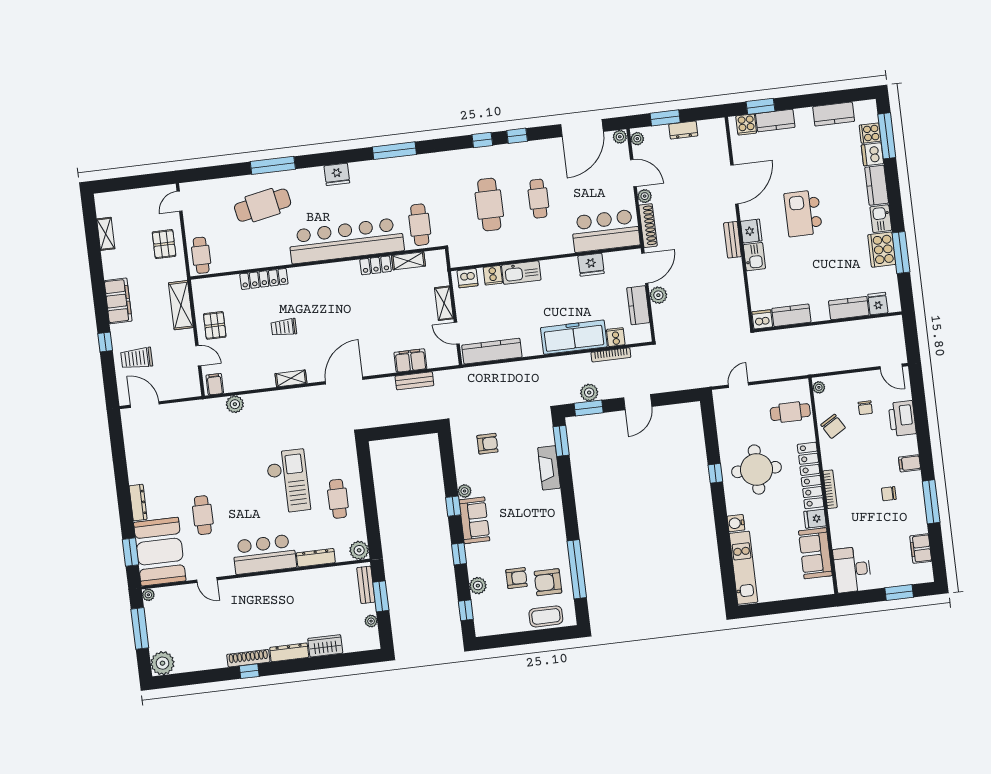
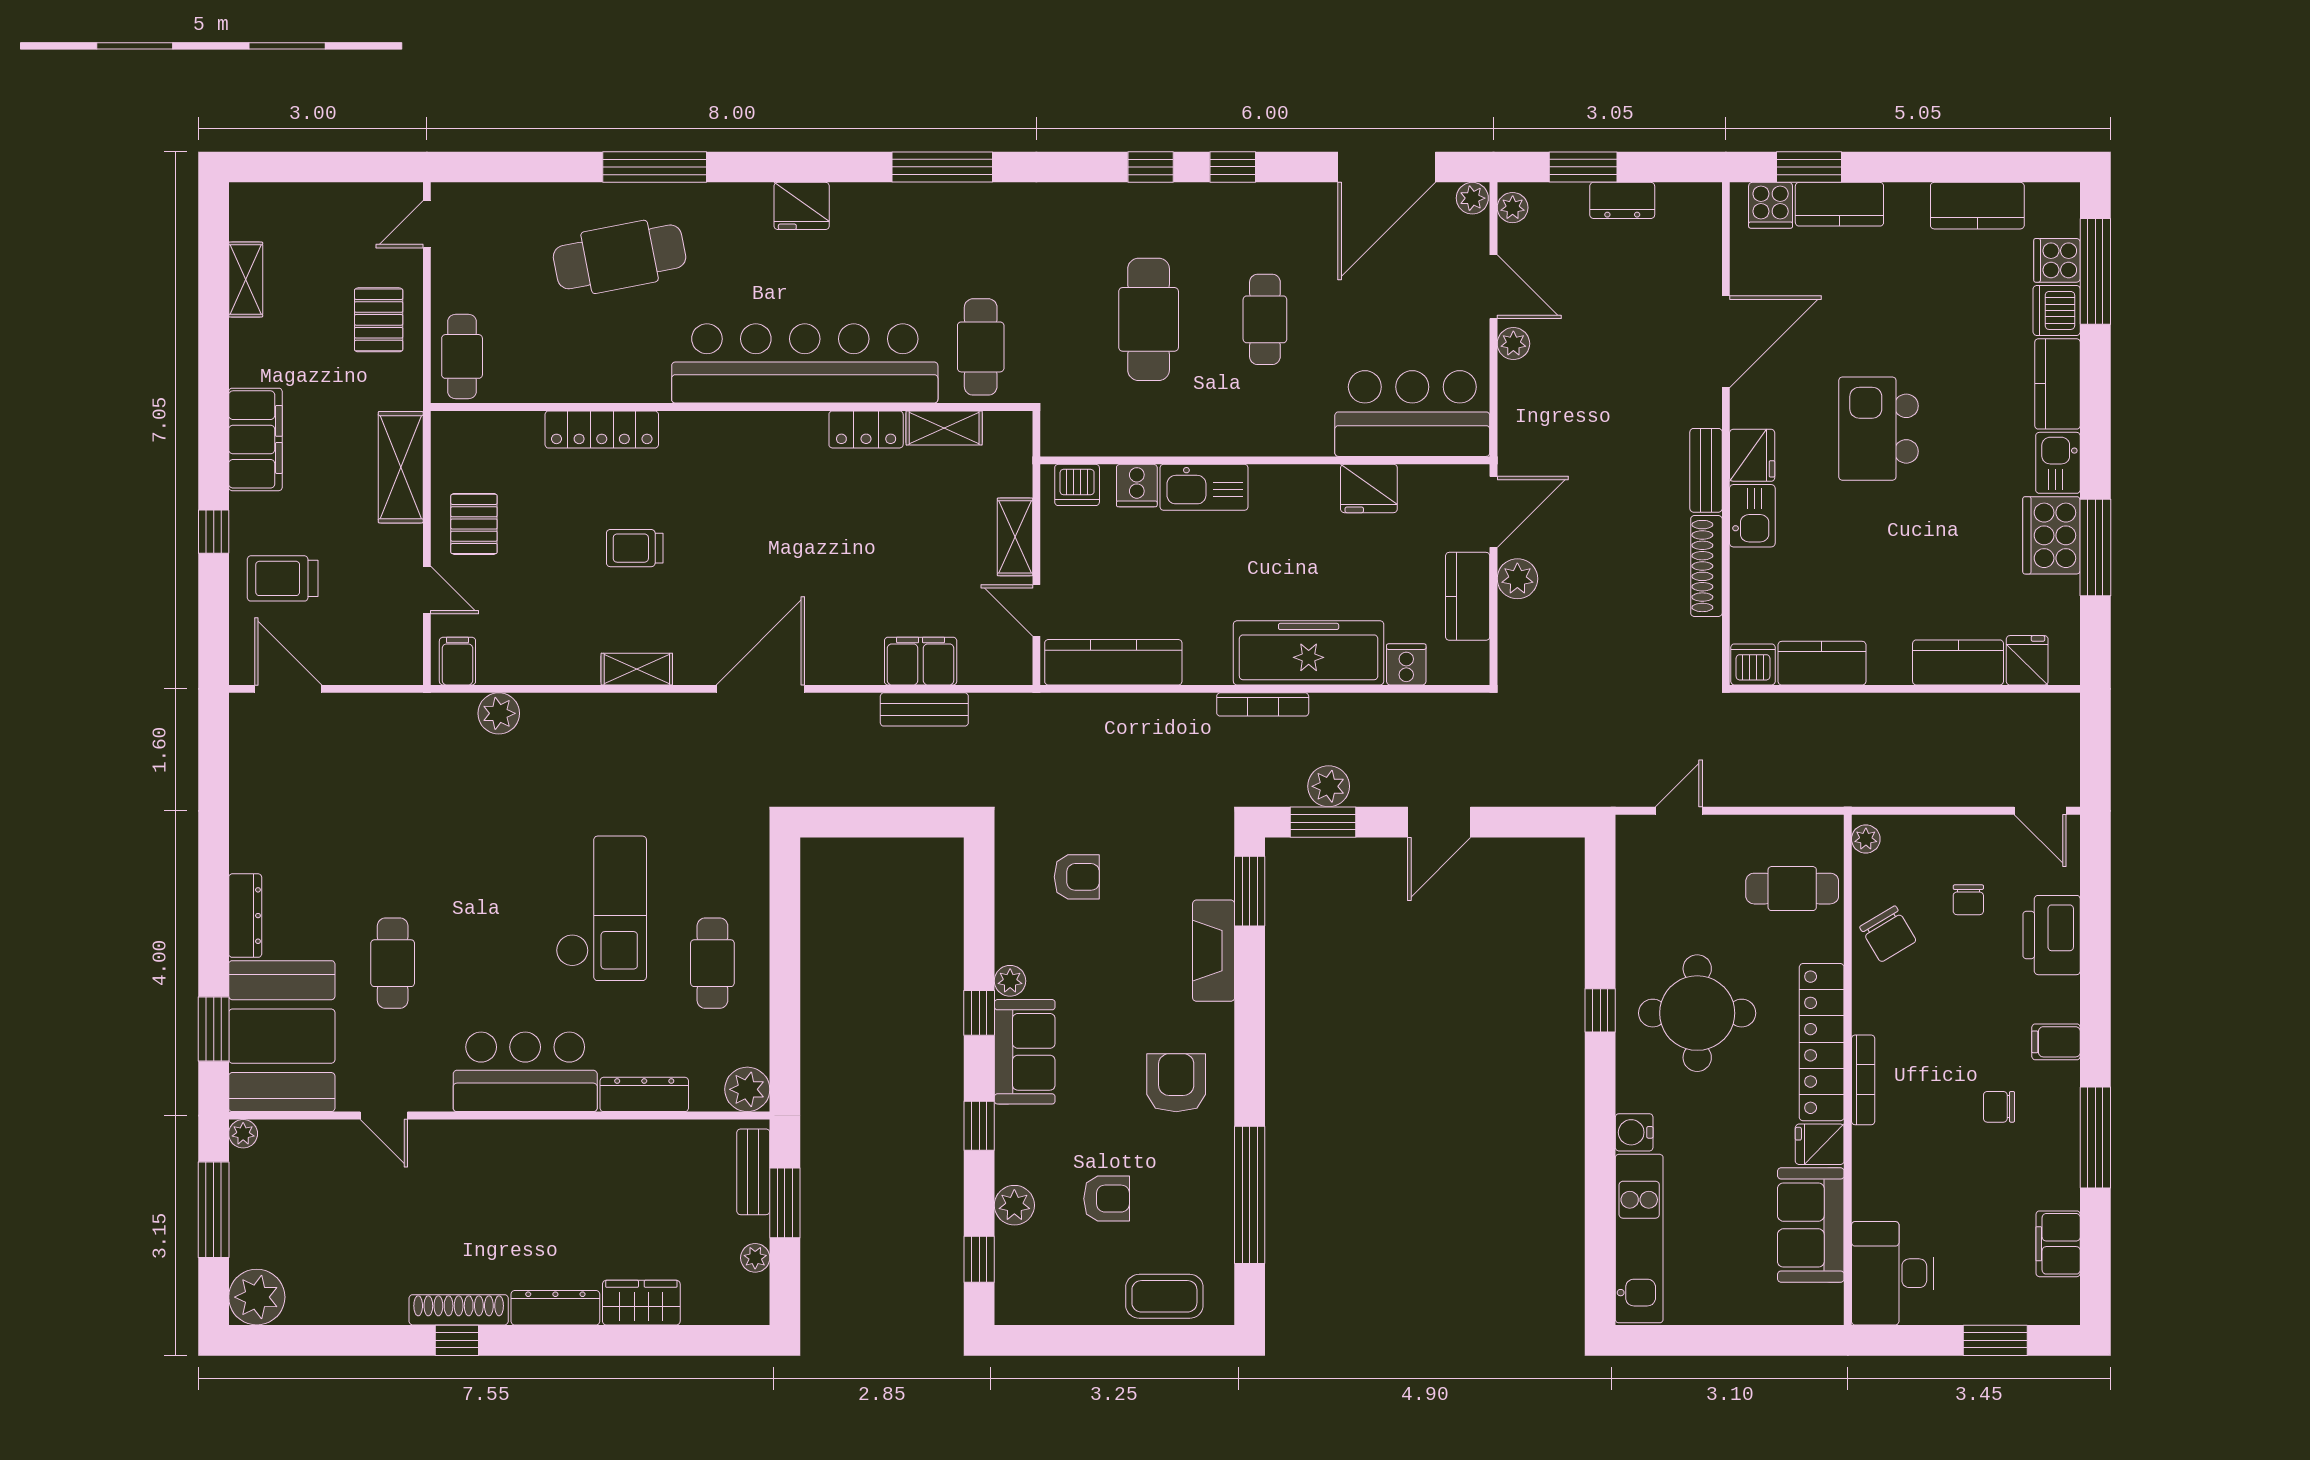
shoe rack: (648, 226) -> (1706, 566), moved, turned 180
bookcase: (611, 355) -> (1263, 704), moved
armchair: (548, 582) -> (1176, 1083), moved, turned 90

